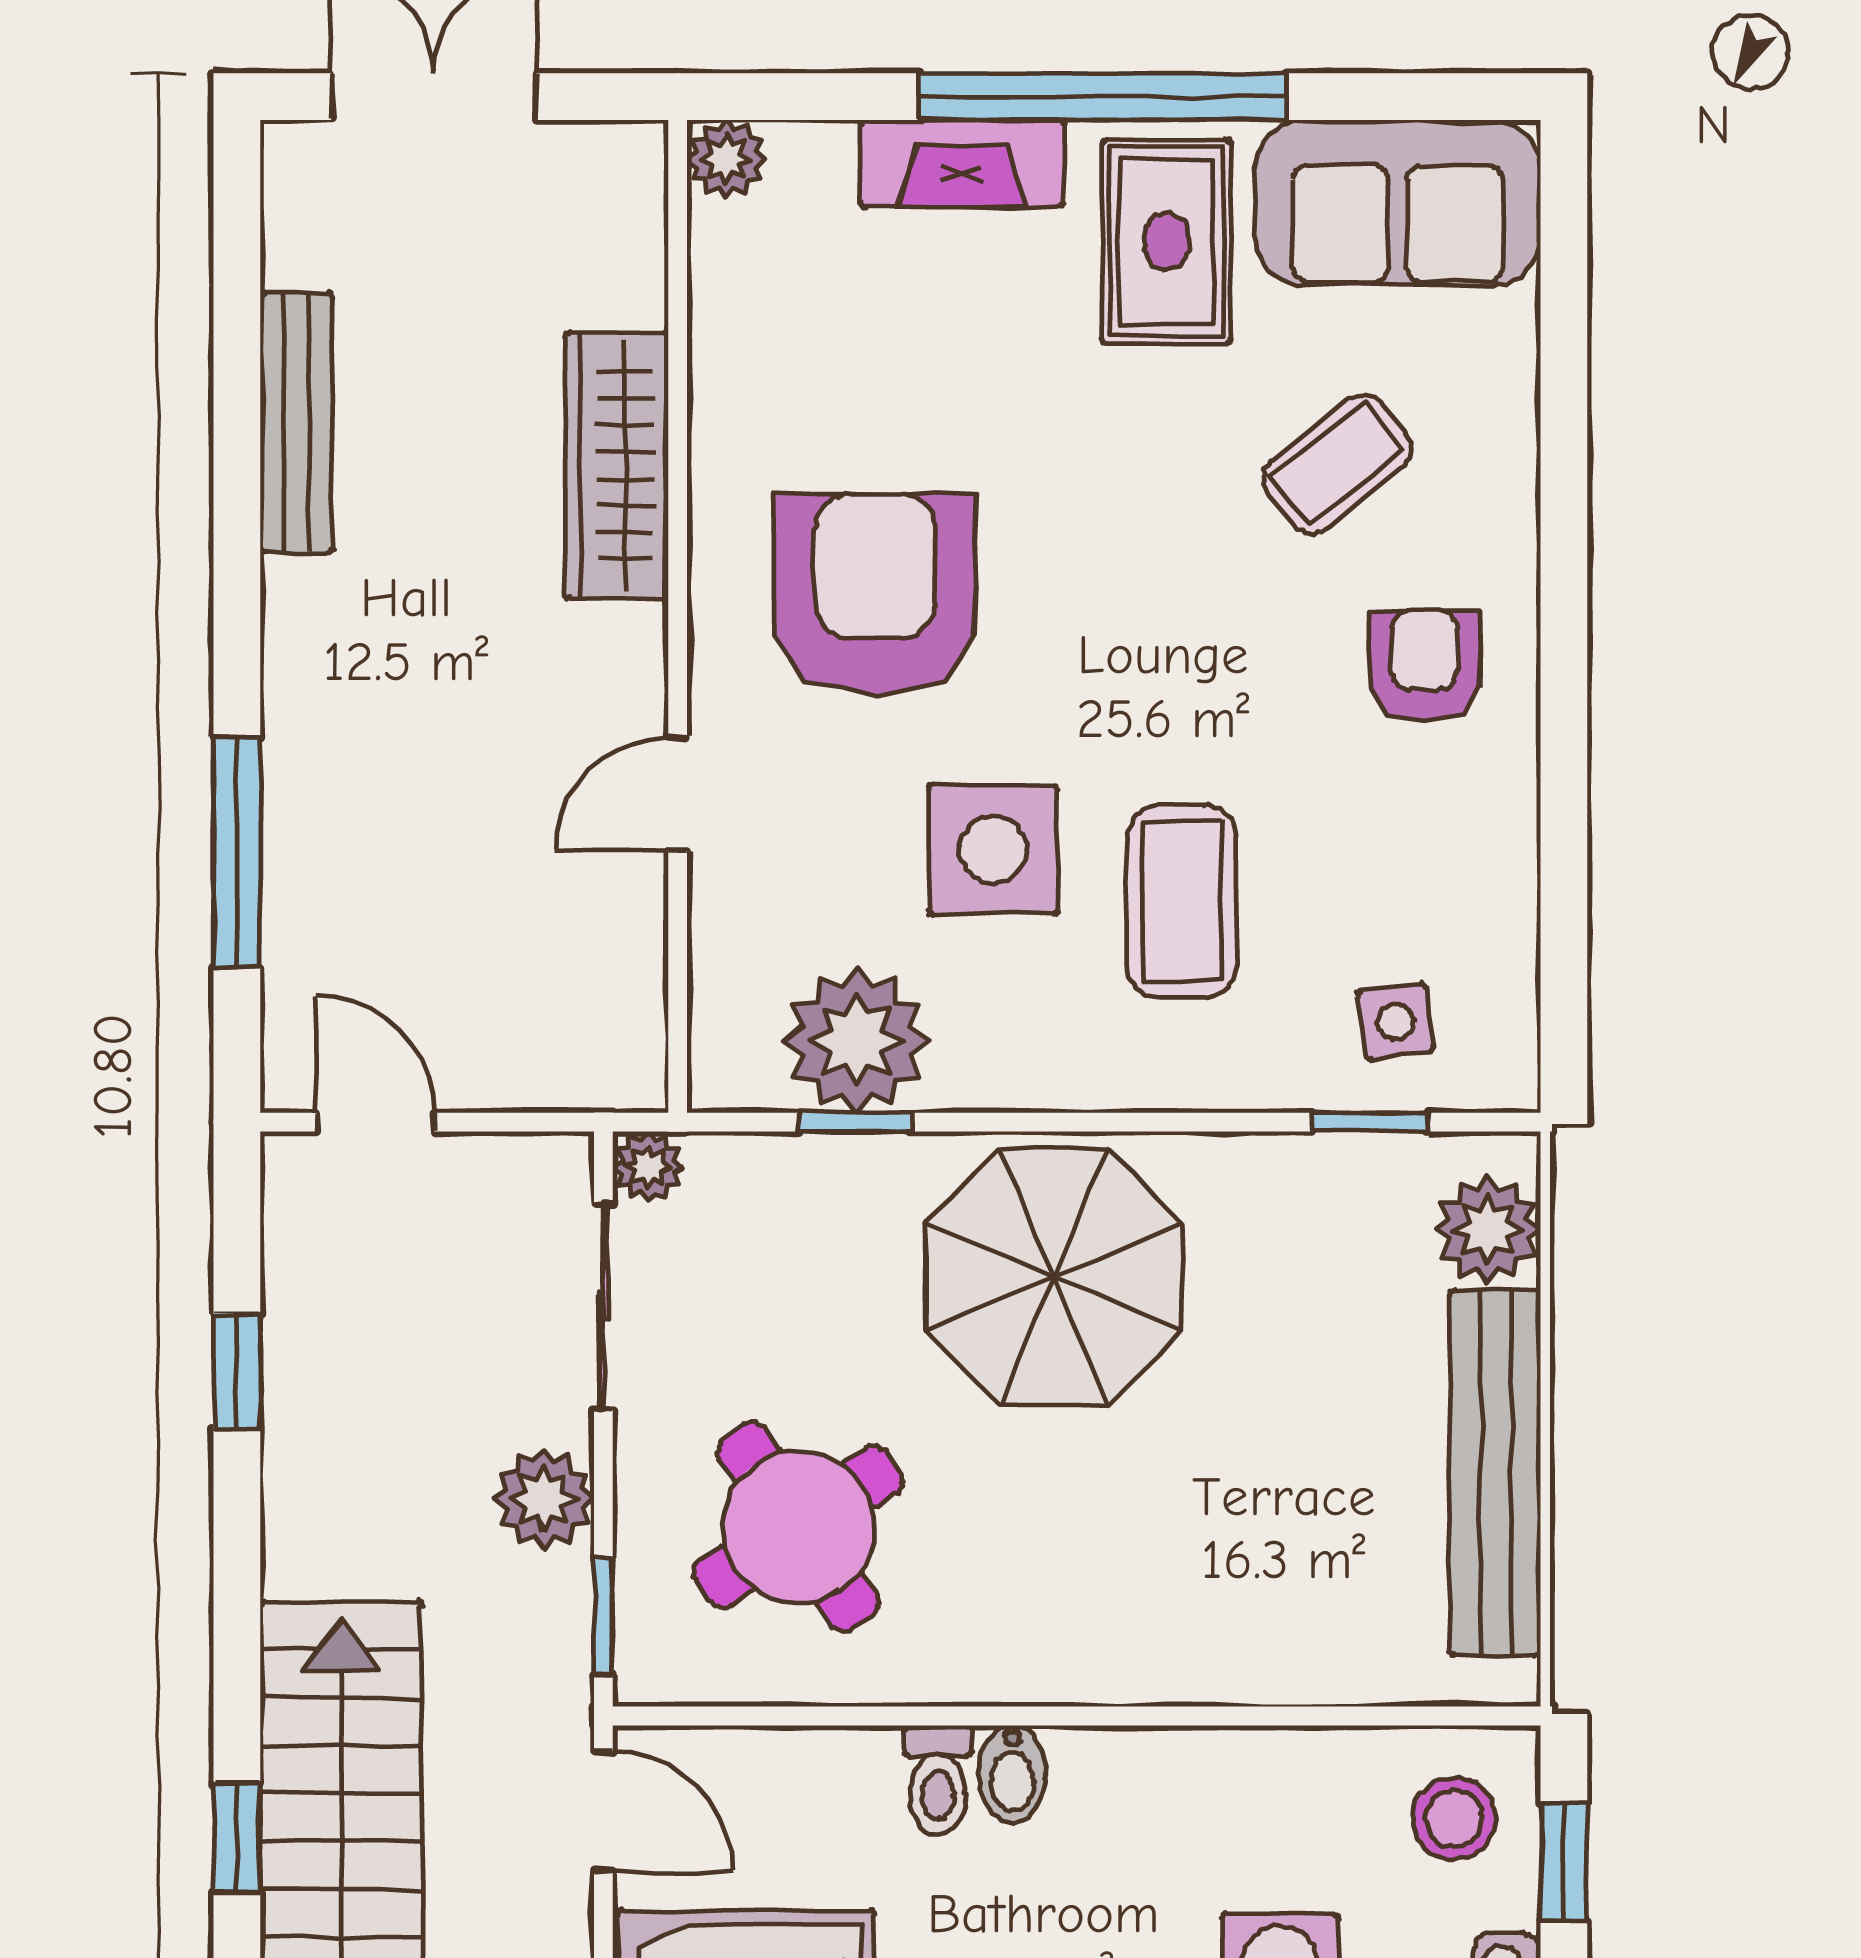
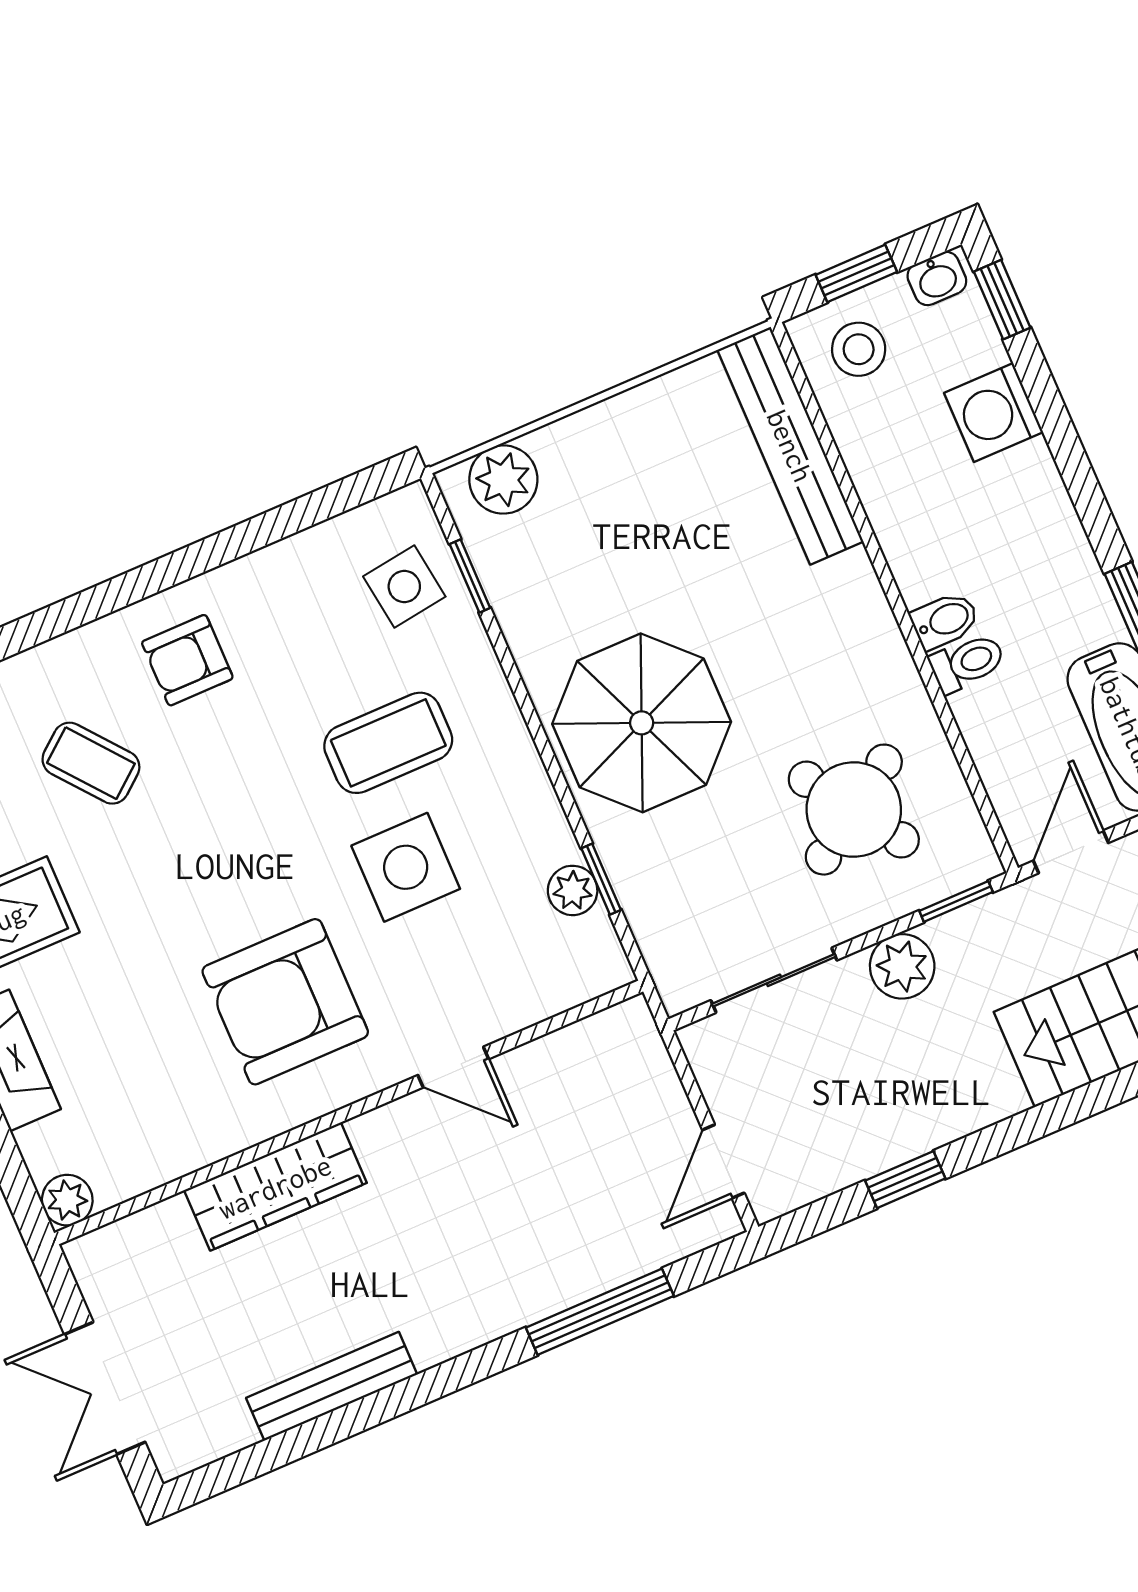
side table: (1396, 1022) -> (404, 587), width x1.37, depth x1.37
plant: (857, 1040) -> (573, 890), width x0.53, depth x0.53
plant: (648, 1167) -> (680, 990), removed
bench: (1495, 1473) -> (790, 446), moved, turned 90

